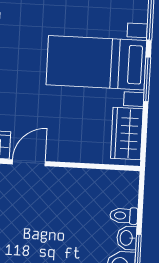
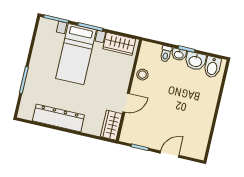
door: (29, 163) -> (126, 103), swing flipped
stool: (82, 182) -> (142, 75), added

